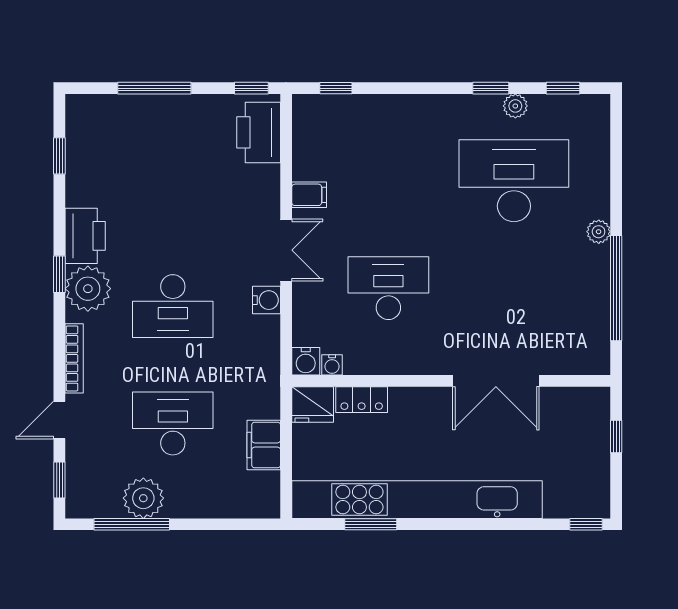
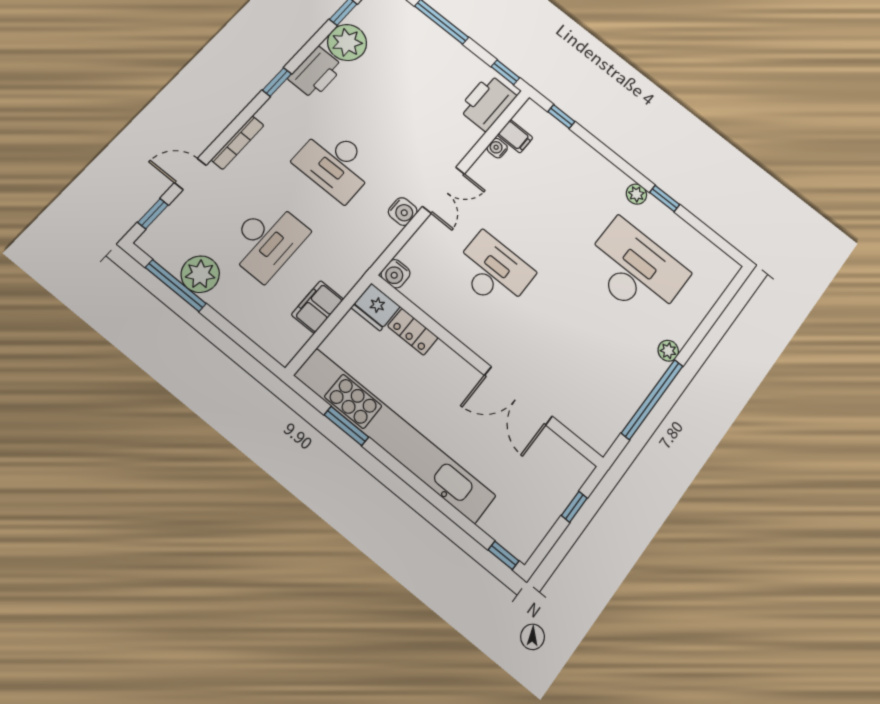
window: (563, 88) -> (713, 237), removed
plant: (515, 106) -> (636, 194), moved
filing cabinet: (309, 195) -> (515, 136), moved
plant: (88, 289) -> (347, 43), moved
water cooler: (332, 365) -> (497, 148), moved, turned 90
desk: (173, 424) -> (267, 240), turned 90

